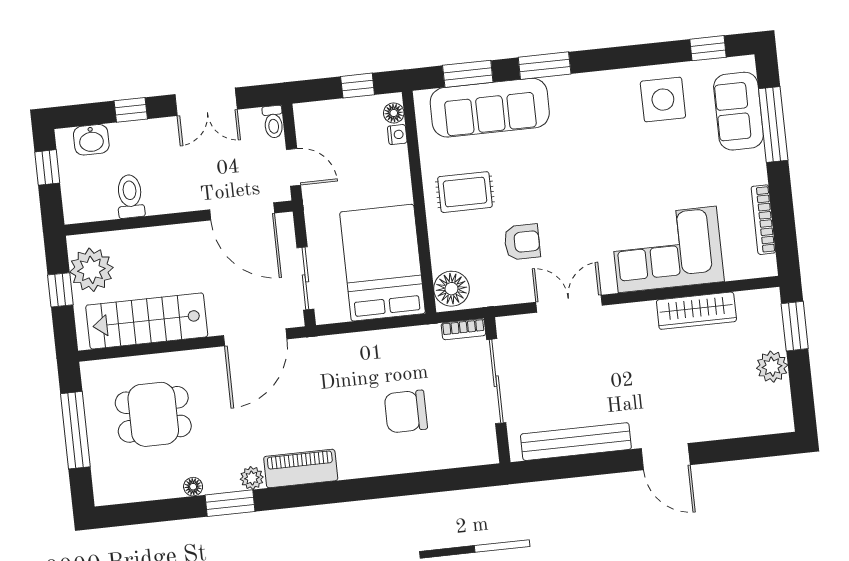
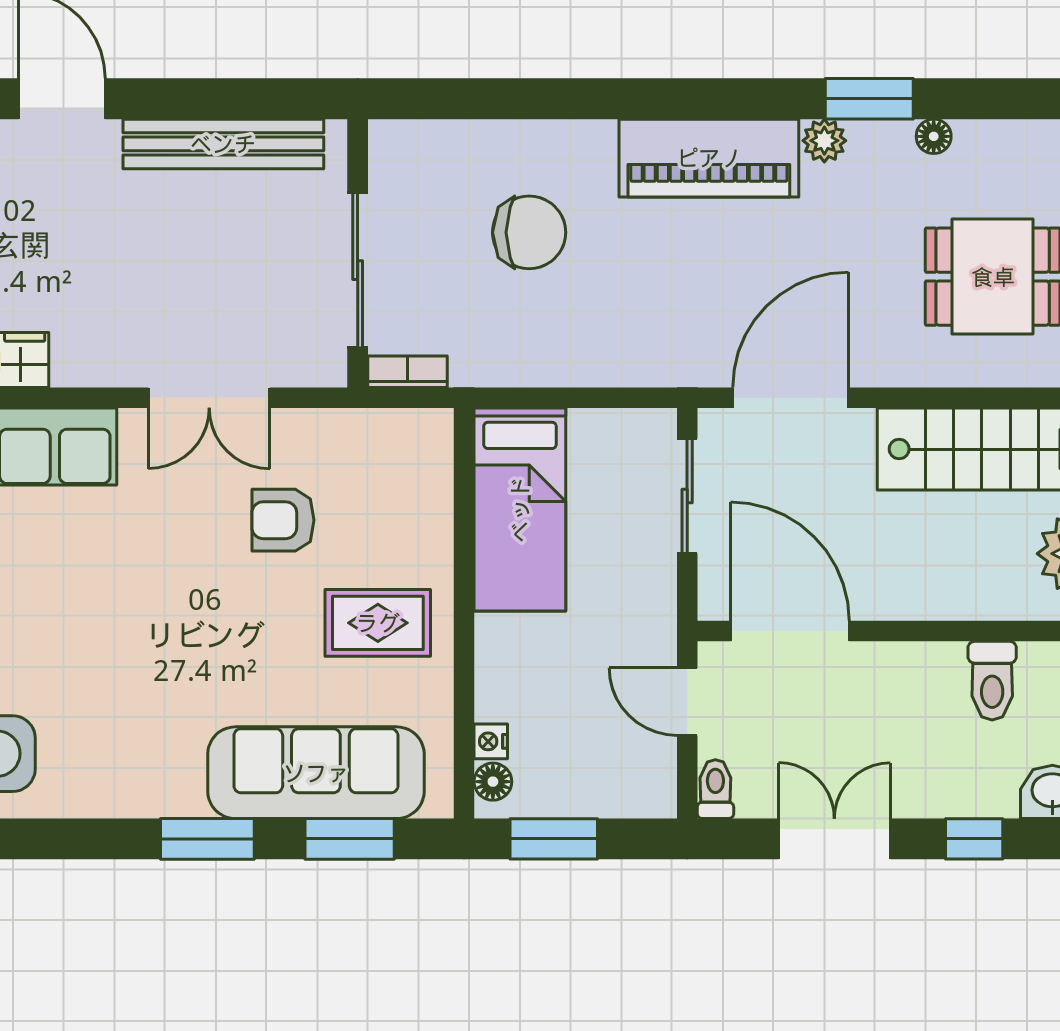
window: (358, 86) -> (554, 839), width x1.50
bed: (383, 263) -> (520, 510), width x0.67
floor lamp: (452, 289) -> (421, 448), removed
piano: (301, 469) -> (709, 158), width x1.37, depth x1.33

